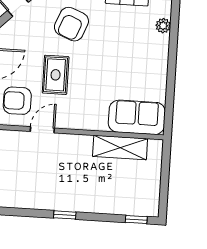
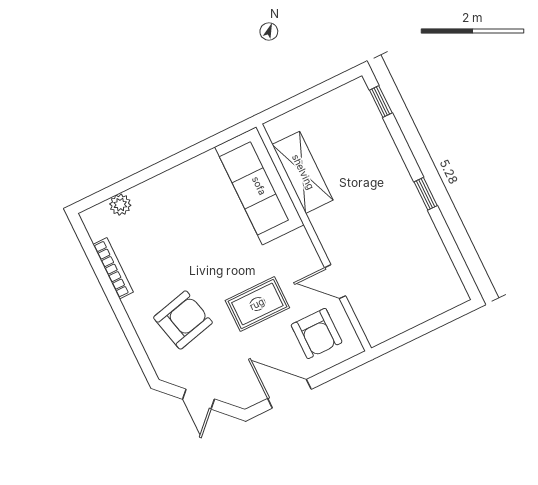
armchair: (71, 24) -> (183, 320), turned -36
sofa: (137, 117) -> (259, 186), width x1.36

